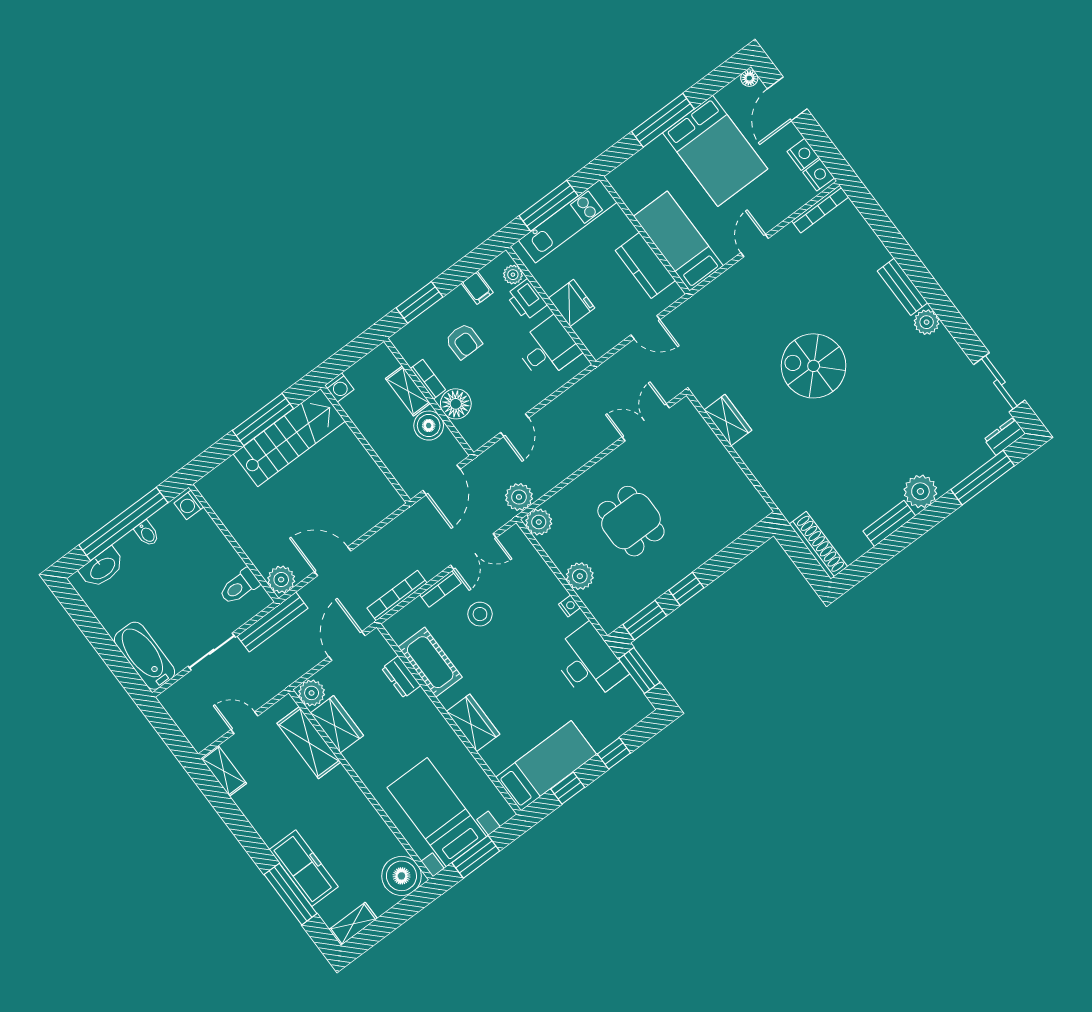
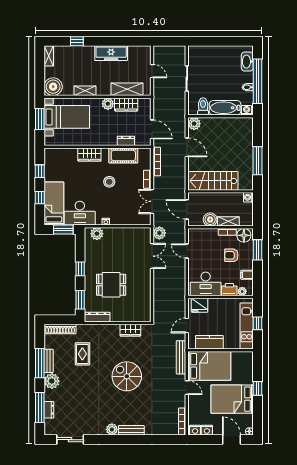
window: (663, 120) -> (258, 388), width x0.46
window: (549, 206) -> (258, 323), width x0.46
bed: (678, 241) -> (209, 366), width x1.50
fridge: (572, 303) -> (200, 305), moved
desk: (548, 349) -> (206, 284), width x1.37
spiral stairs: (814, 366) -> (127, 376), turned -90
floor lamp: (456, 404) -> (244, 235), moved
double door: (646, 422) -> (152, 256), moved
dresser: (1005, 436) -> (49, 410), moved
stairs: (289, 438) -> (213, 181), moved, turned 90
rug: (833, 473) -> (82, 354), added
dresser: (748, 496) -> (97, 317), added
dining table: (631, 521) -> (111, 285), moved
plant: (539, 522) -> (145, 233), removed
window: (905, 536) -> (40, 363), added
door: (333, 561) -> (187, 147), hinge flipped
plant: (580, 576) -> (97, 234), moved
stool: (480, 614) -> (109, 182), moved
window: (645, 620) -> (80, 300), moved
bench: (273, 622) -> (181, 357), moved
bathtub: (145, 656) -> (225, 108), moved, turned 180
plant: (312, 693) -> (108, 104), moved
door: (244, 723) -> (152, 71), hinge flipped
bed: (546, 766) -> (54, 204), moved, turned 180
shelving: (224, 771) -> (85, 91), moved
freezer: (304, 868) -> (111, 53), moved
window: (290, 894) -> (77, 41), width x0.46

